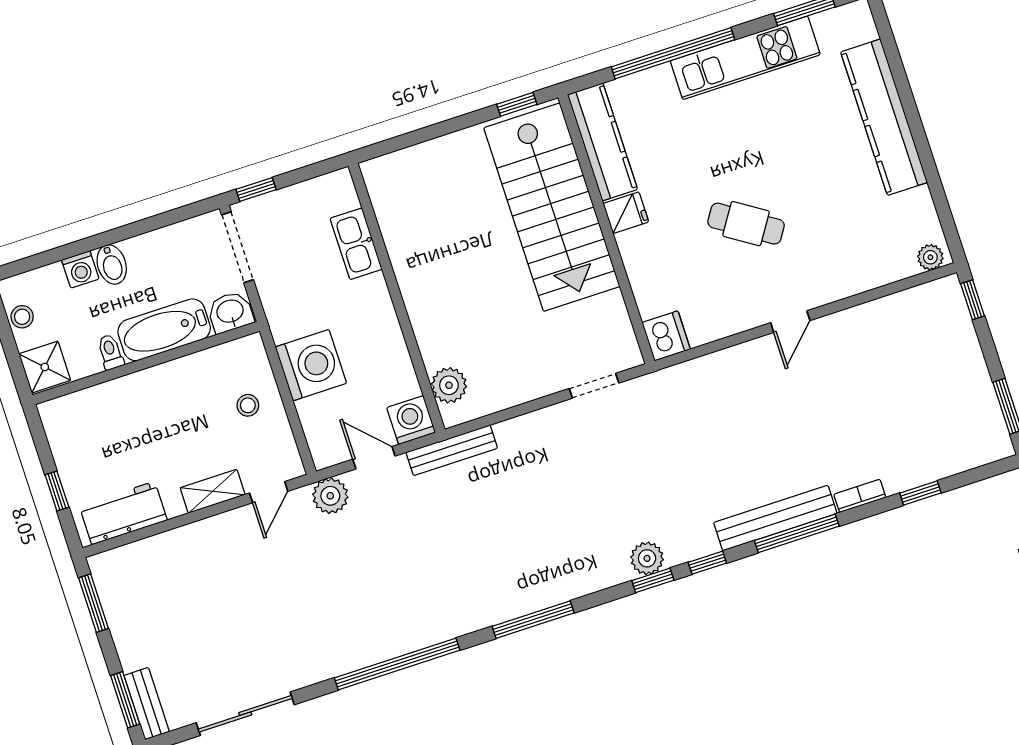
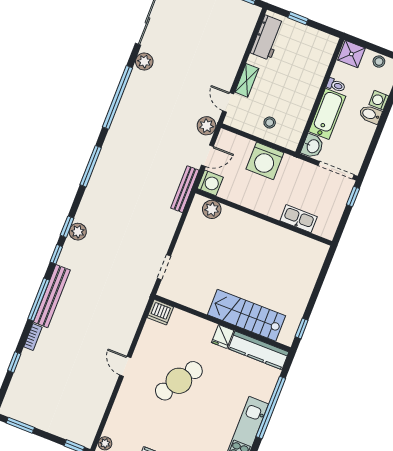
stairs: (552, 207) -> (247, 315), width x0.73, depth x0.66
cafe table: (746, 224) -> (179, 381), width x1.37, depth x1.35
plant: (311, 668) -> (144, 62), added

